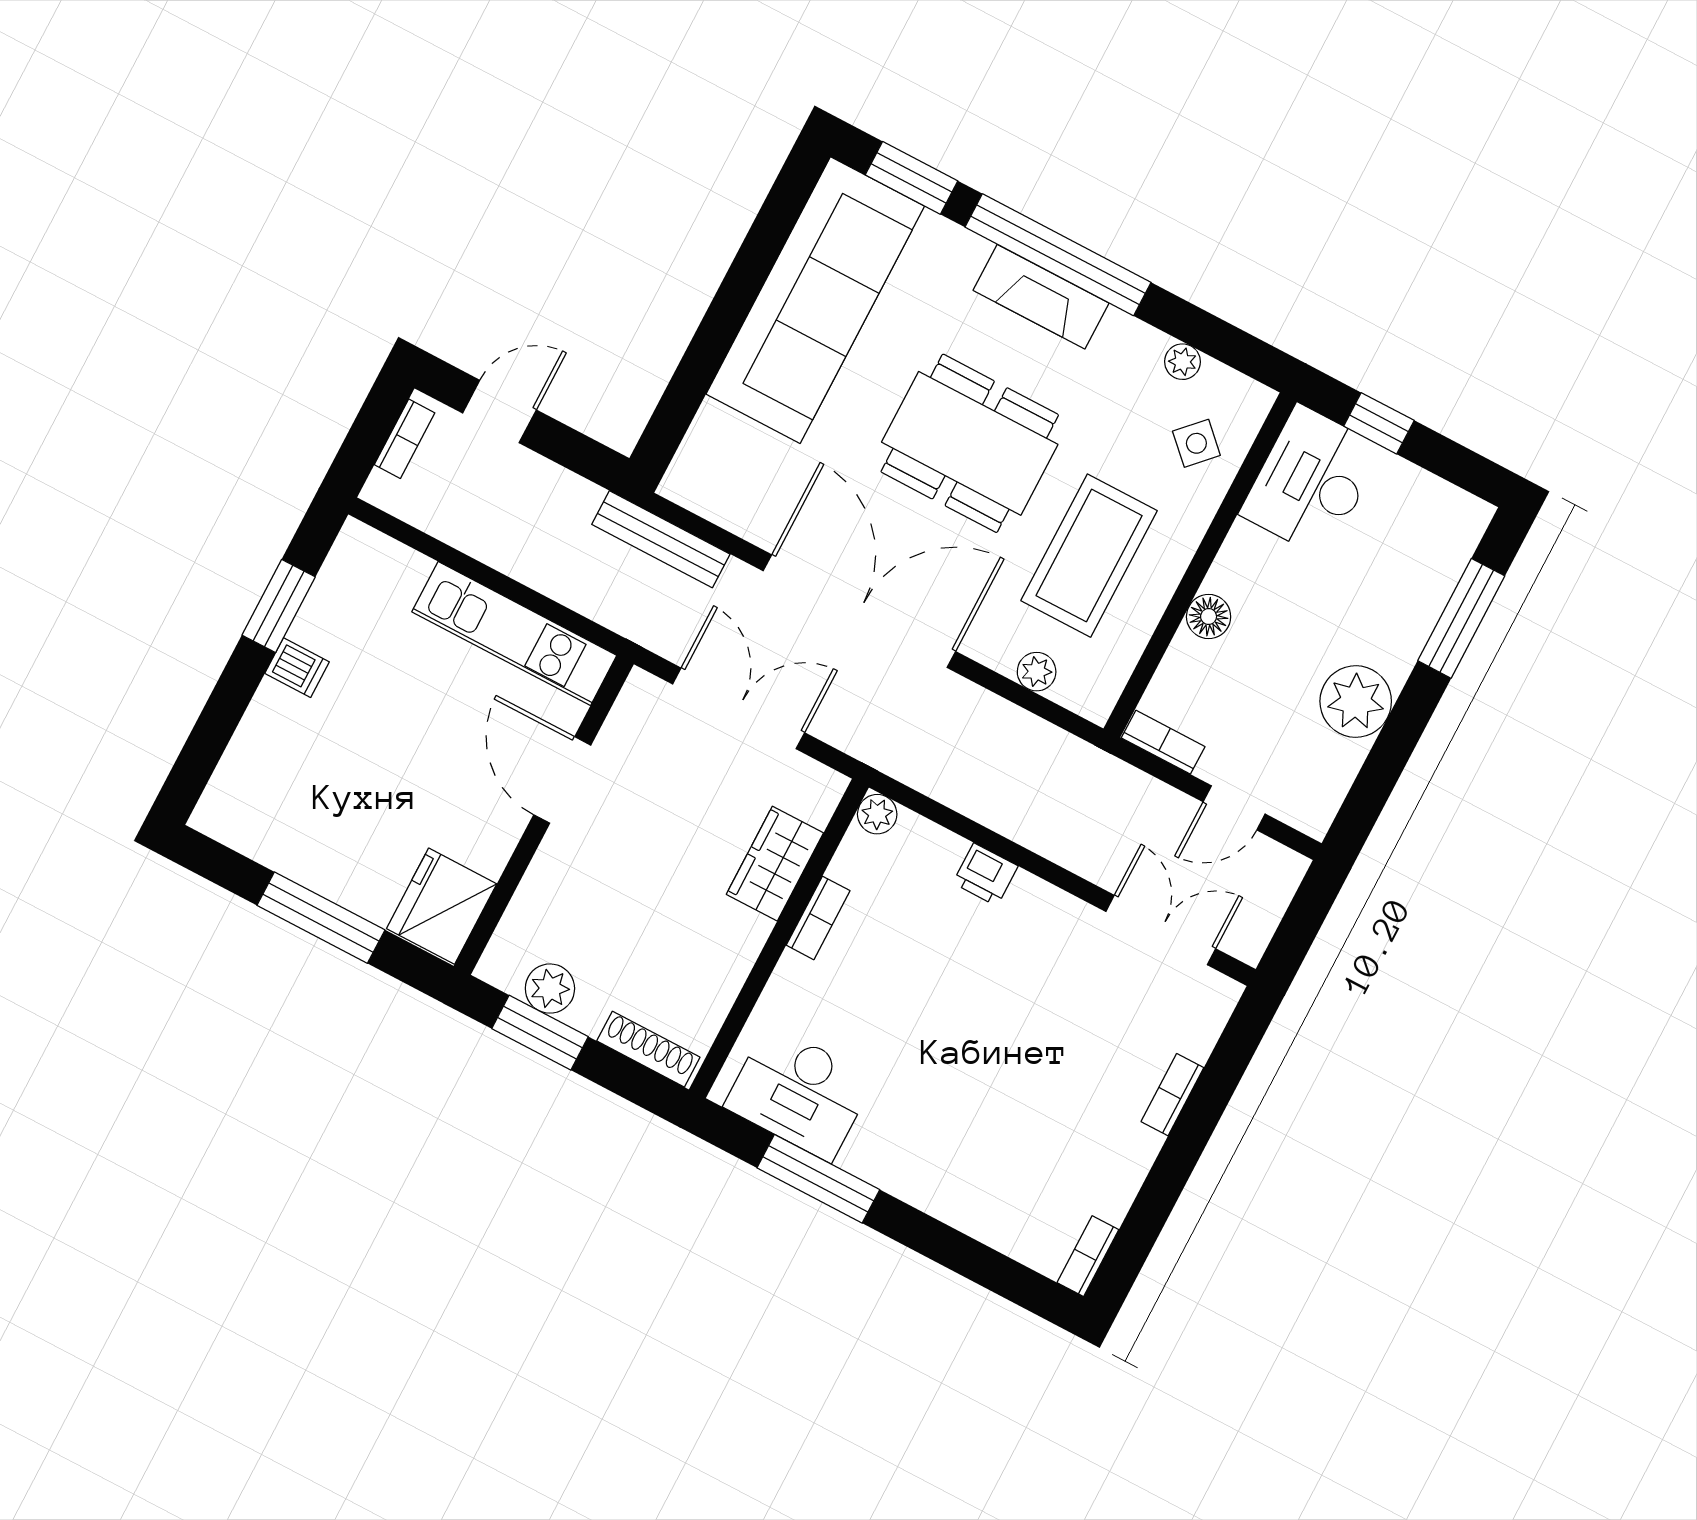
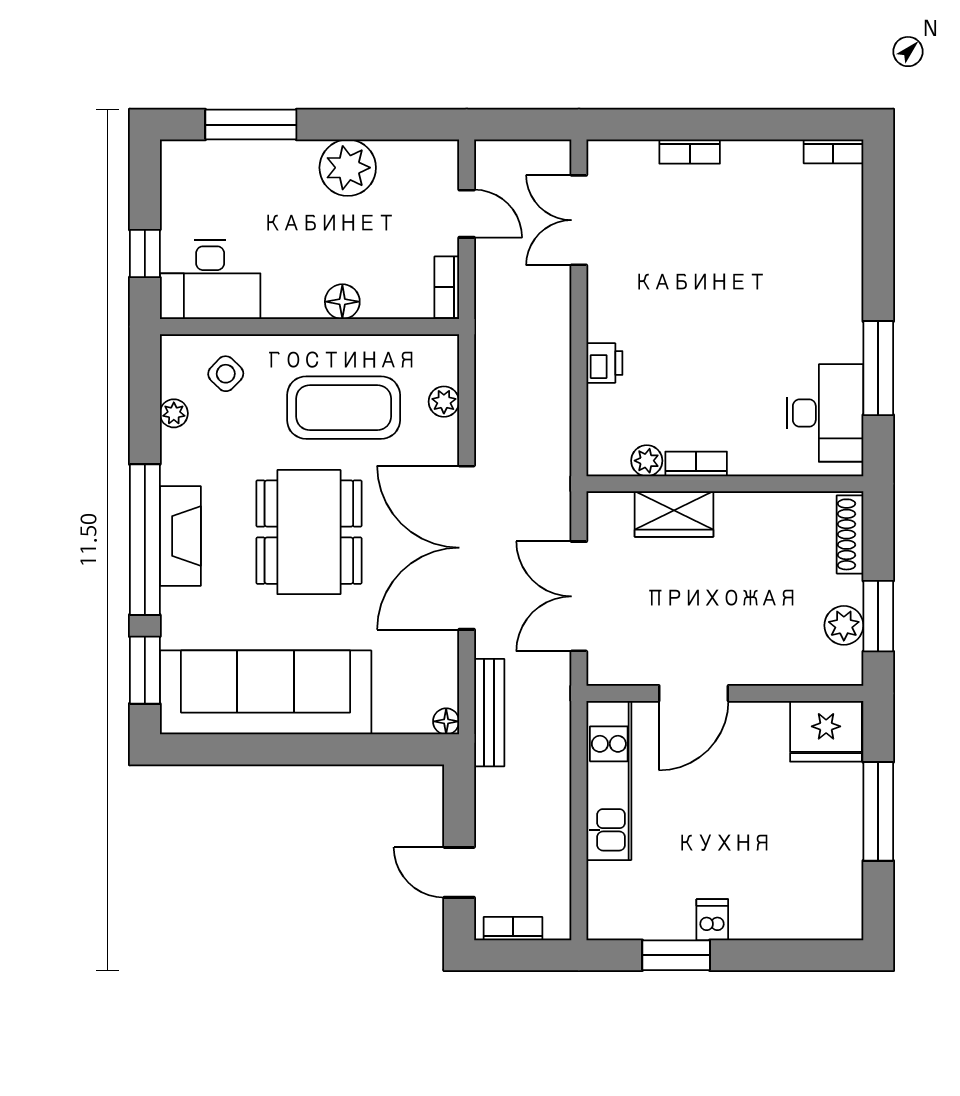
floor lamp: (676, 486) -> (446, 721), added
plant: (877, 814) -> (647, 461), moved

